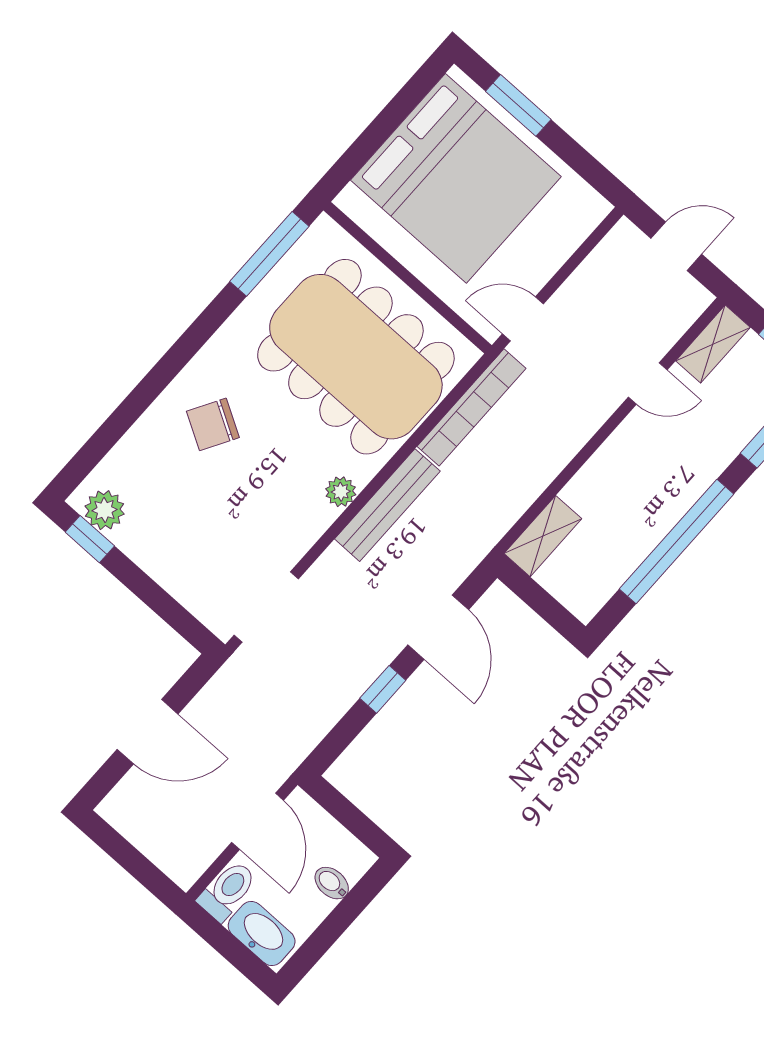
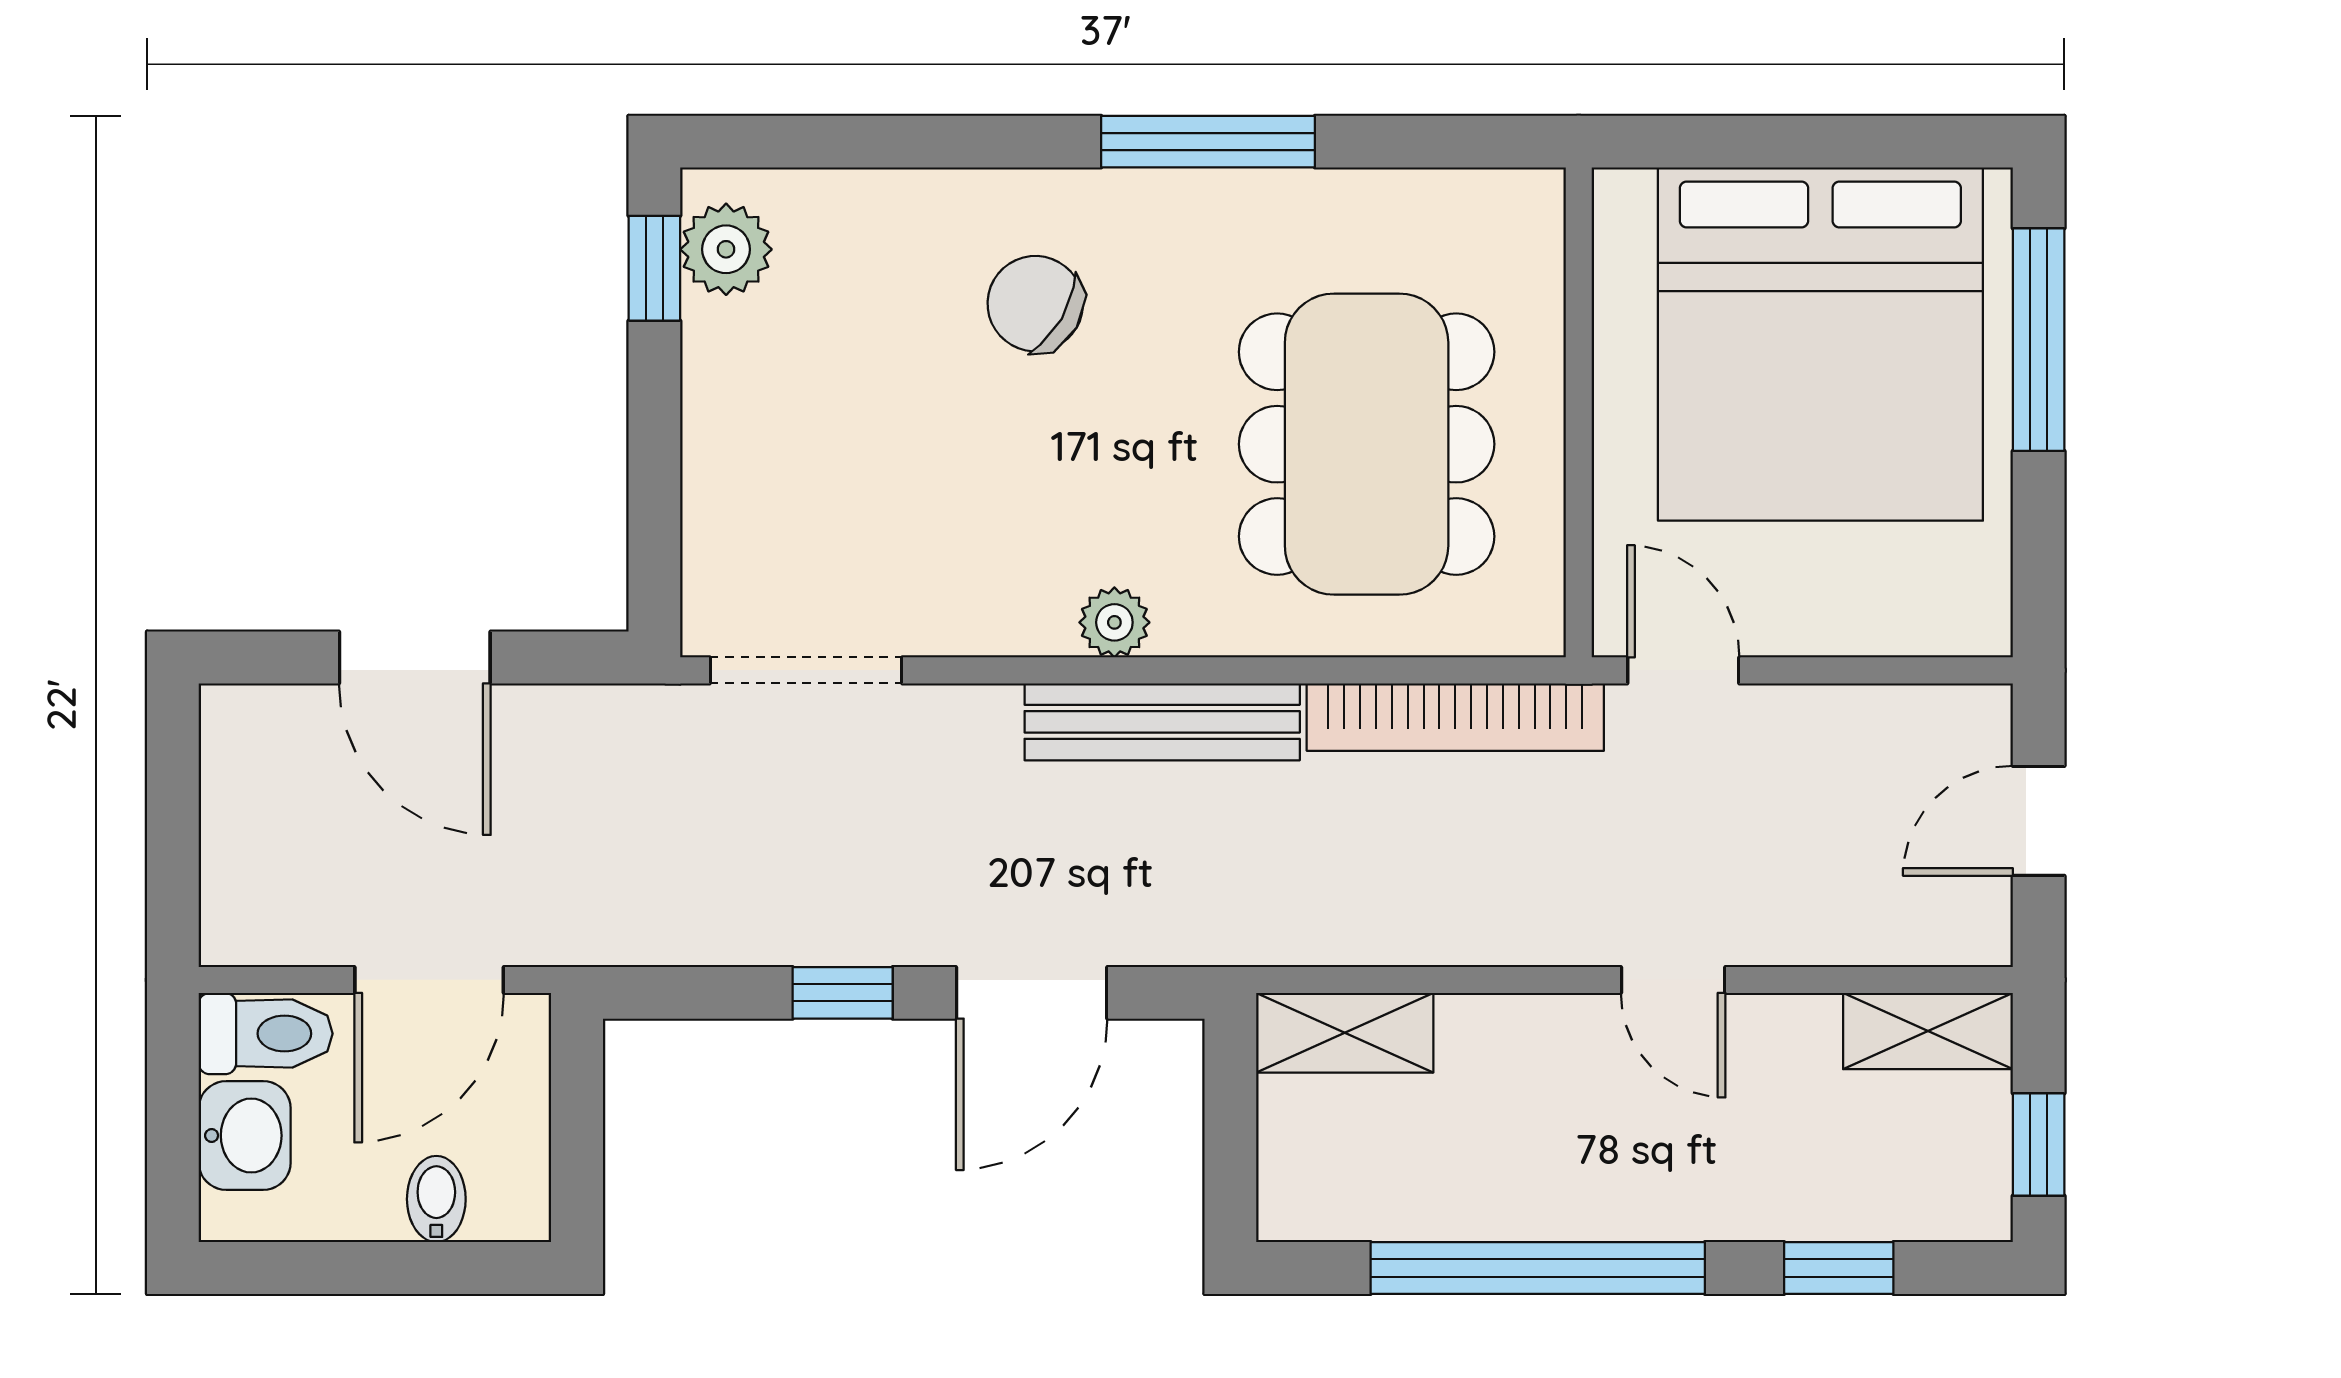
window: (518, 105) -> (2039, 340), width x1.44
door: (676, 246) -> (2039, 821), swing flipped
window: (269, 254) -> (1208, 142), moved
dining table: (356, 357) -> (1367, 444), width x0.73, depth x0.80
door: (648, 383) -> (1673, 980), moved
washbasin: (262, 934) -> (245, 1136), width x0.72

